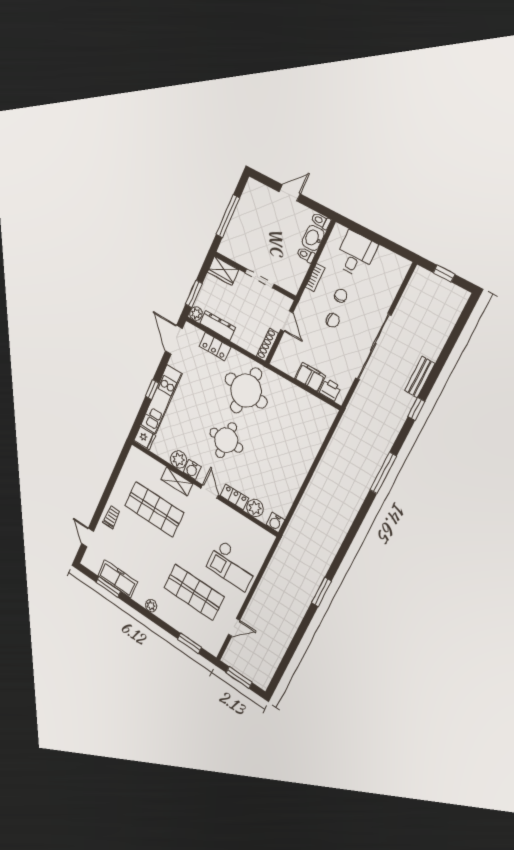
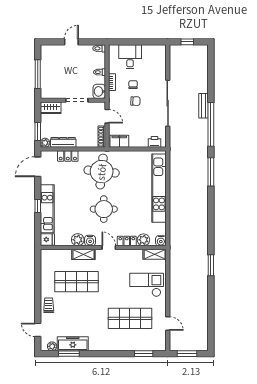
washbasin: (313, 238) -> (99, 91), moved
door: (174, 340) -> (38, 167), hinge flipped
filing cabinet: (310, 377) -> (119, 141), moved
window: (416, 409) -> (211, 124), width x3.17
kitchen unit: (306, 454) -> (159, 188), added
shelving: (260, 534) -> (155, 254), added
checkout: (232, 565) -> (147, 285), turned 180
plant: (151, 606) -> (52, 346), moved
door: (234, 627) -> (168, 323), hinge flipped

